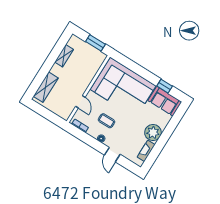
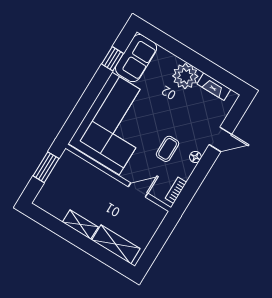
shelving: (64, 56) -> (80, 225), moved

